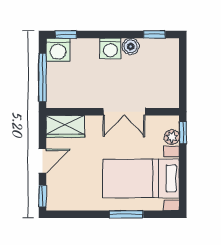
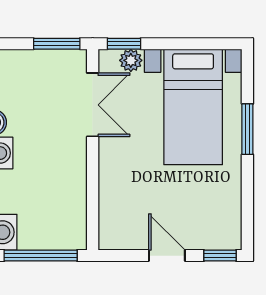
window: (183, 88) -> (57, 44), added
double door: (124, 112) -> (93, 105), moved
wardrobe: (65, 126) -> (115, 221), removed

